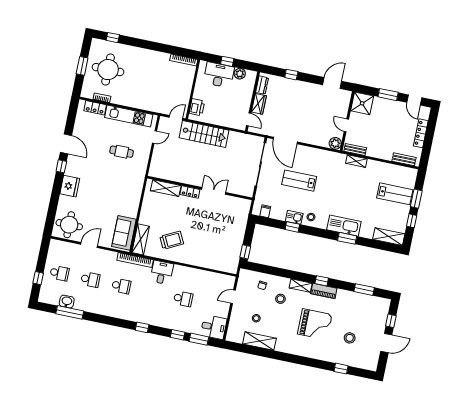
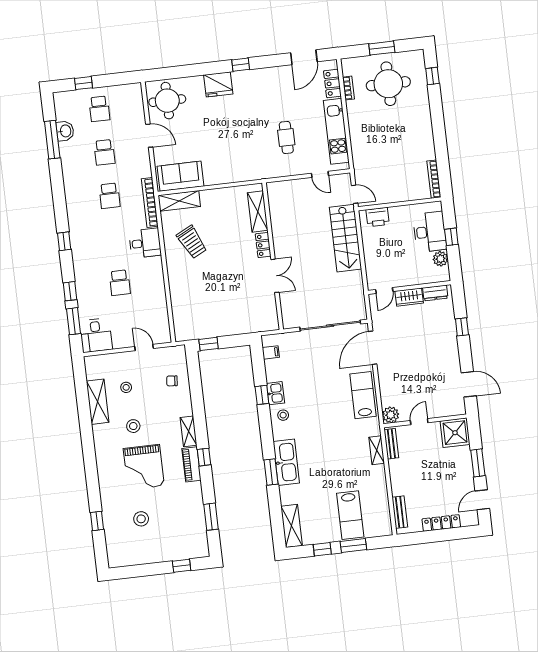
door: (66, 144) -> (304, 57), moved
lab bench: (299, 181) -> (363, 395), moved
stool: (280, 299) -> (133, 426), moved
door: (386, 343) -> (150, 569), removed

